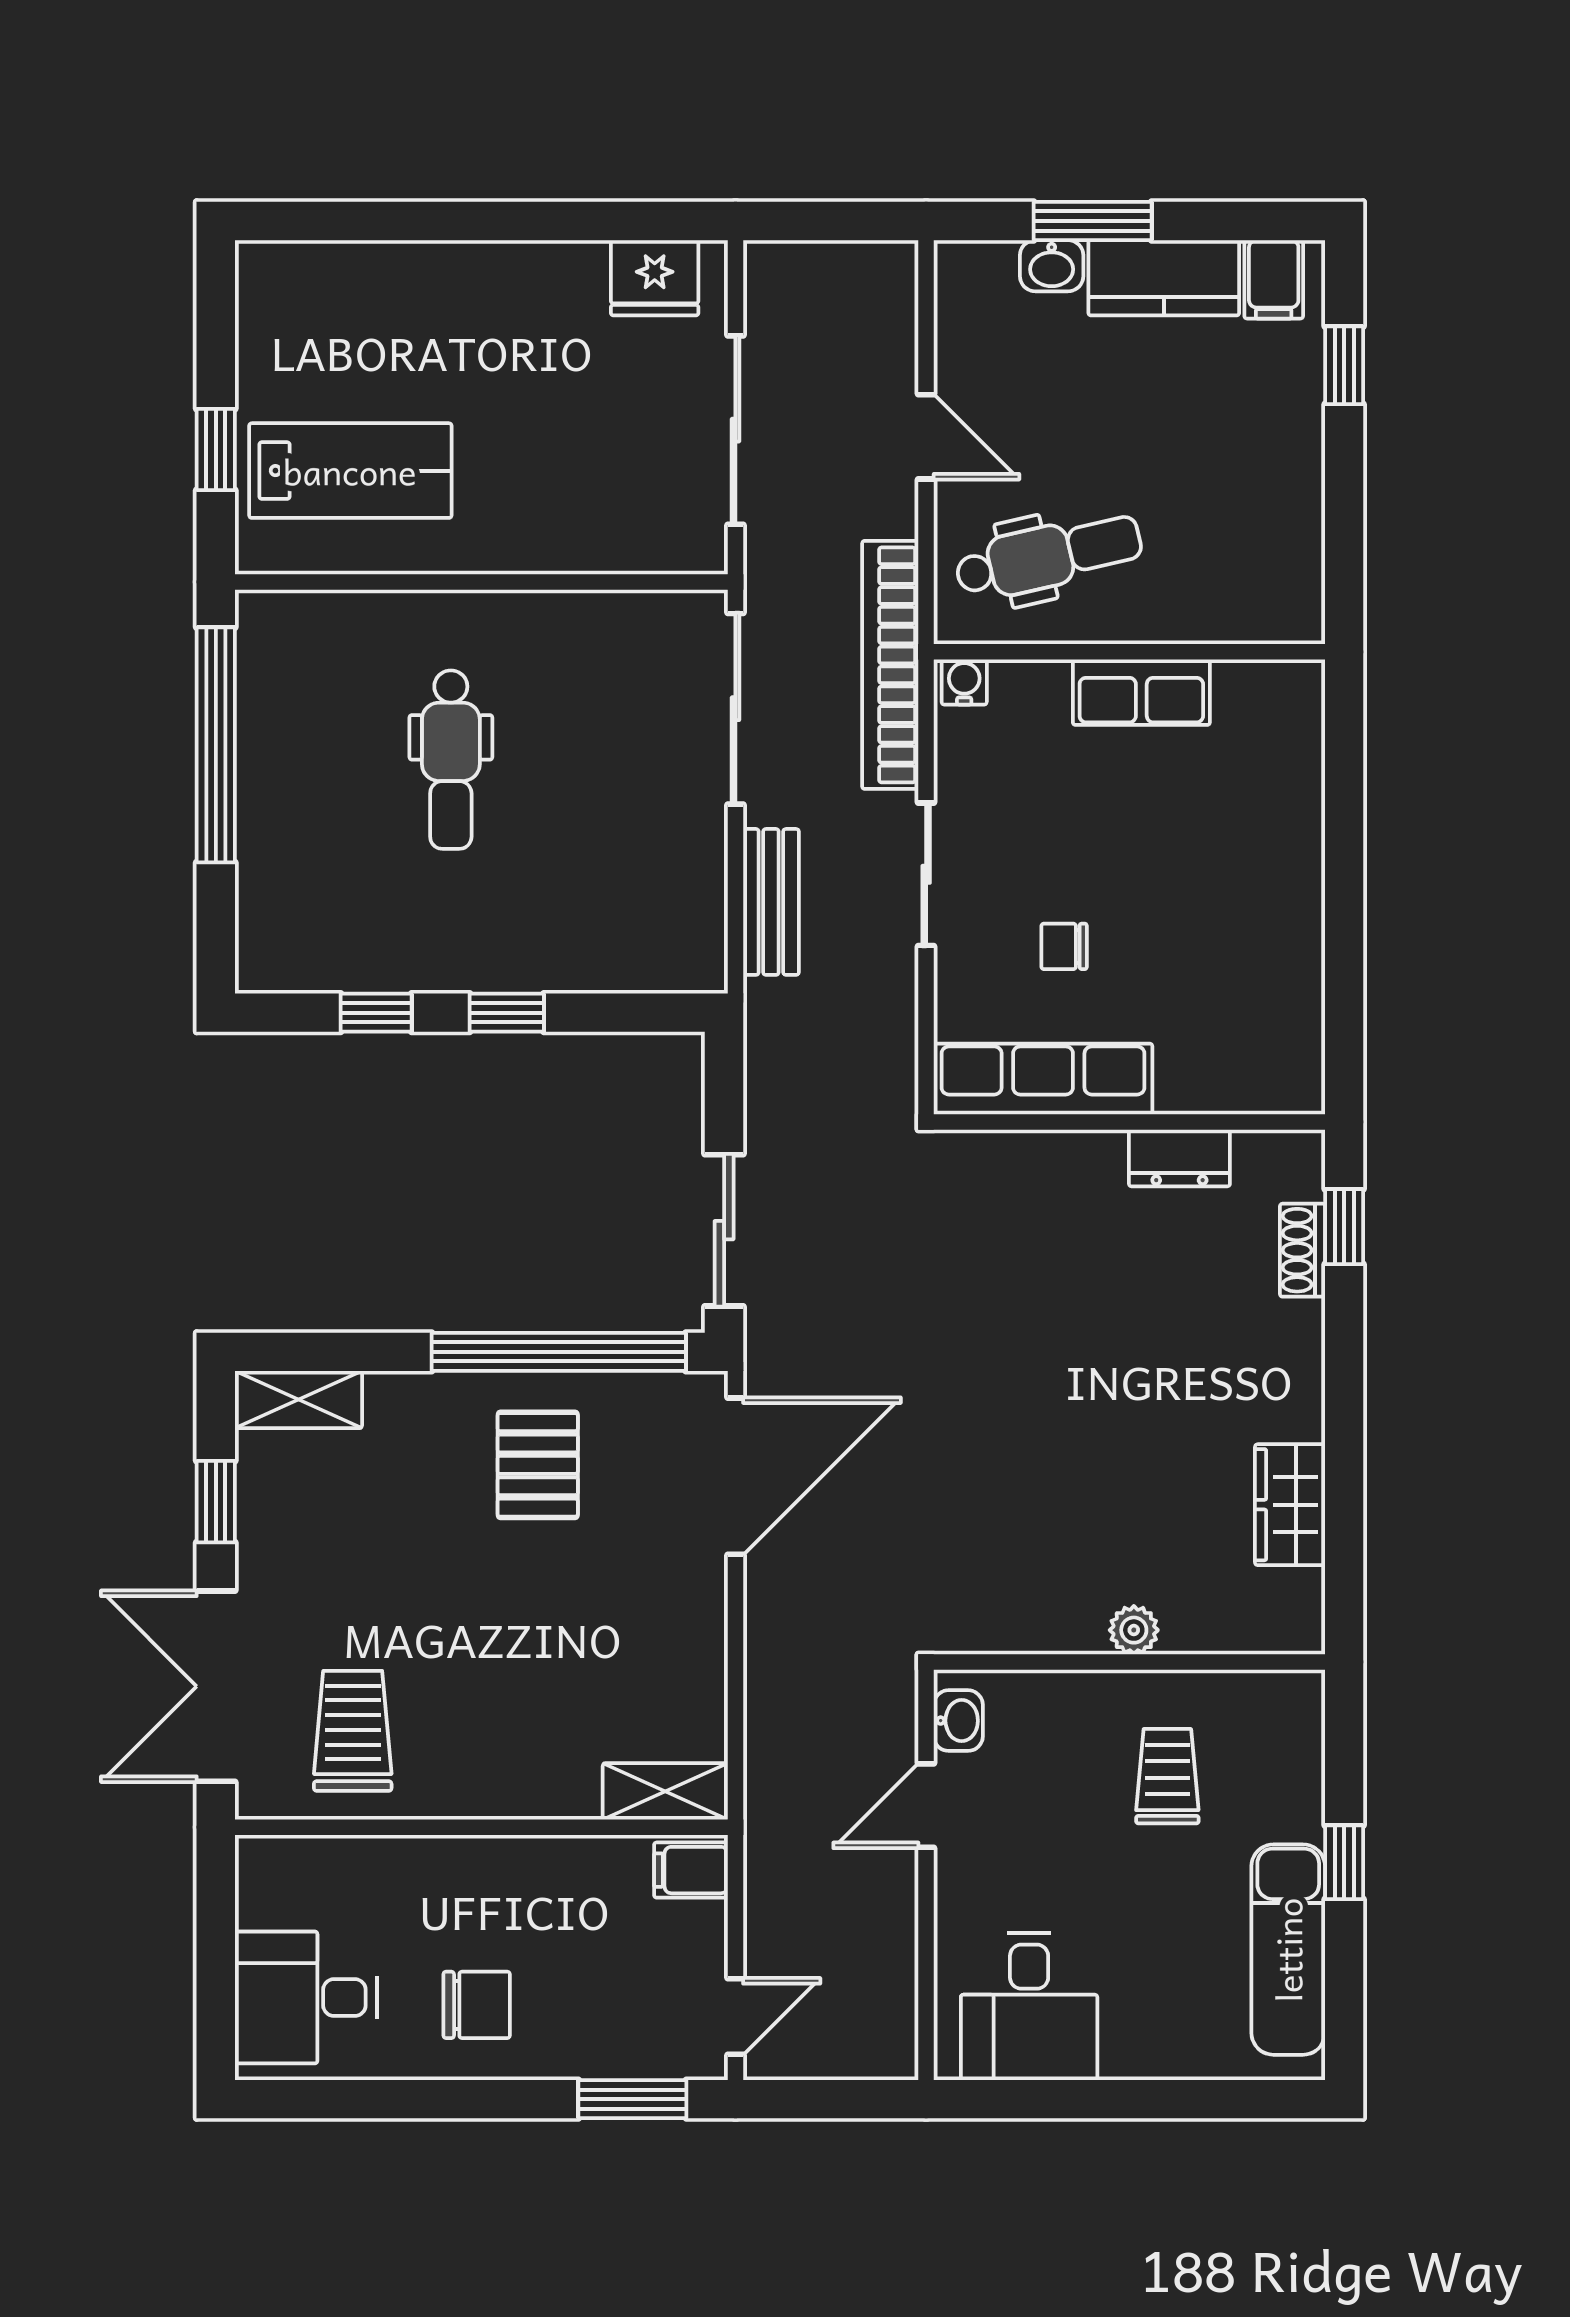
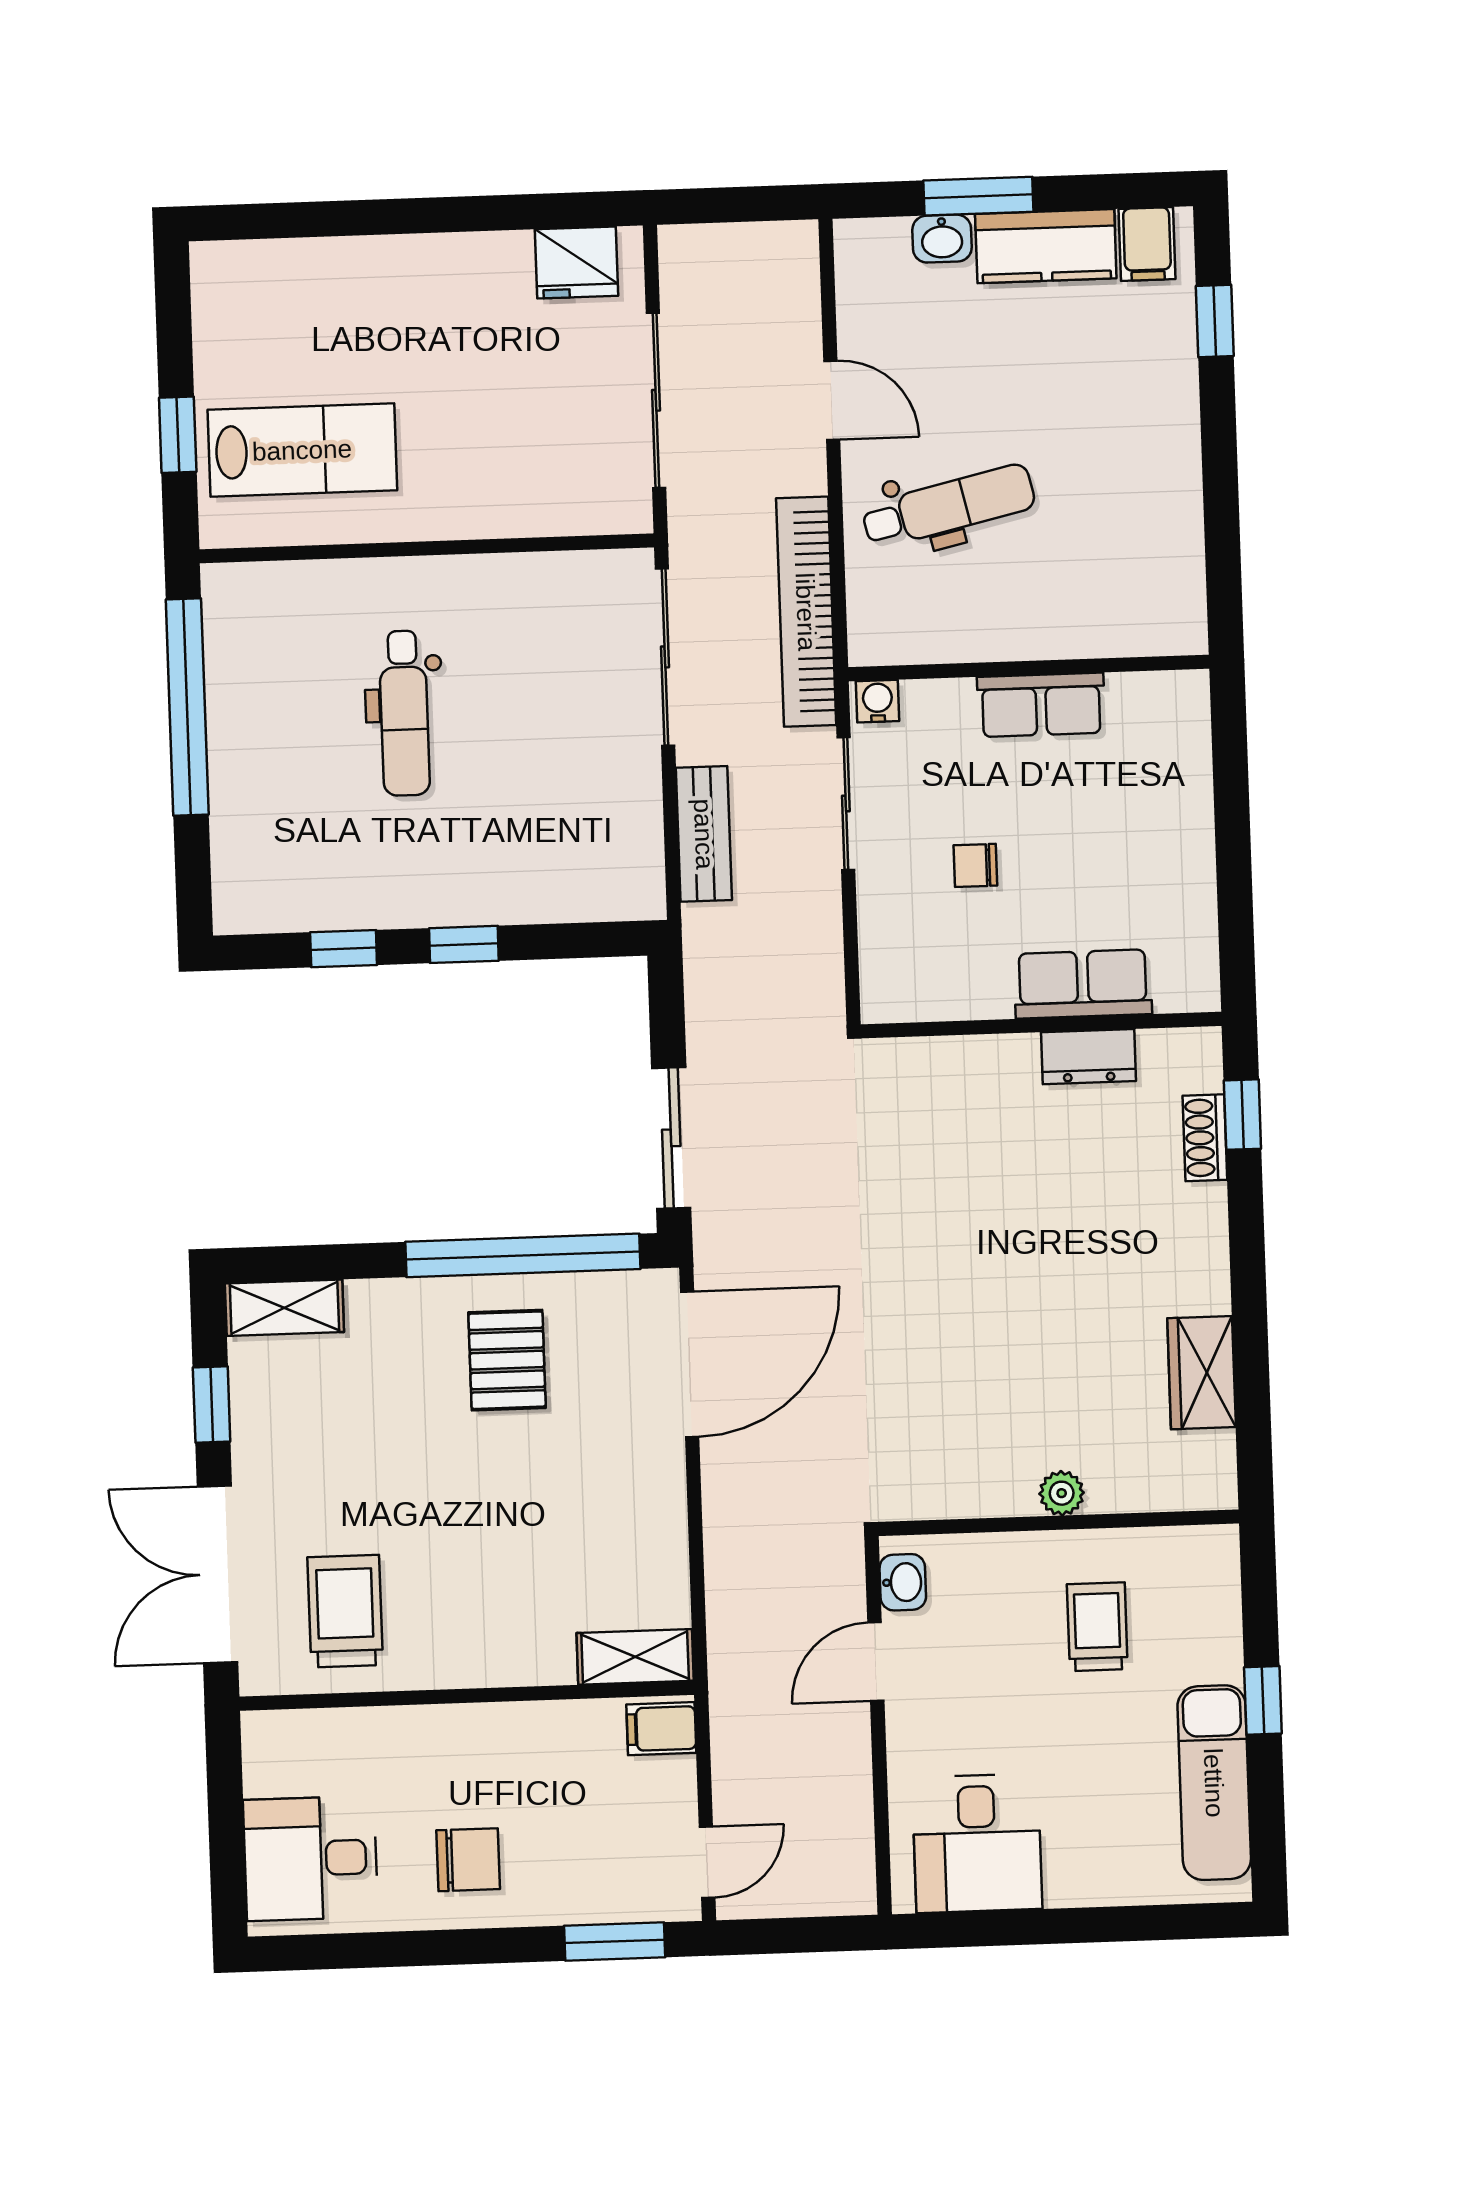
wall: (1129, 652) -> (1029, 668), moved
water cooler: (964, 682) -> (877, 701), moved
row of seats: (1141, 692) -> (1041, 705), moved
row of seats: (1043, 1079) -> (1083, 984), moved, width x0.68

